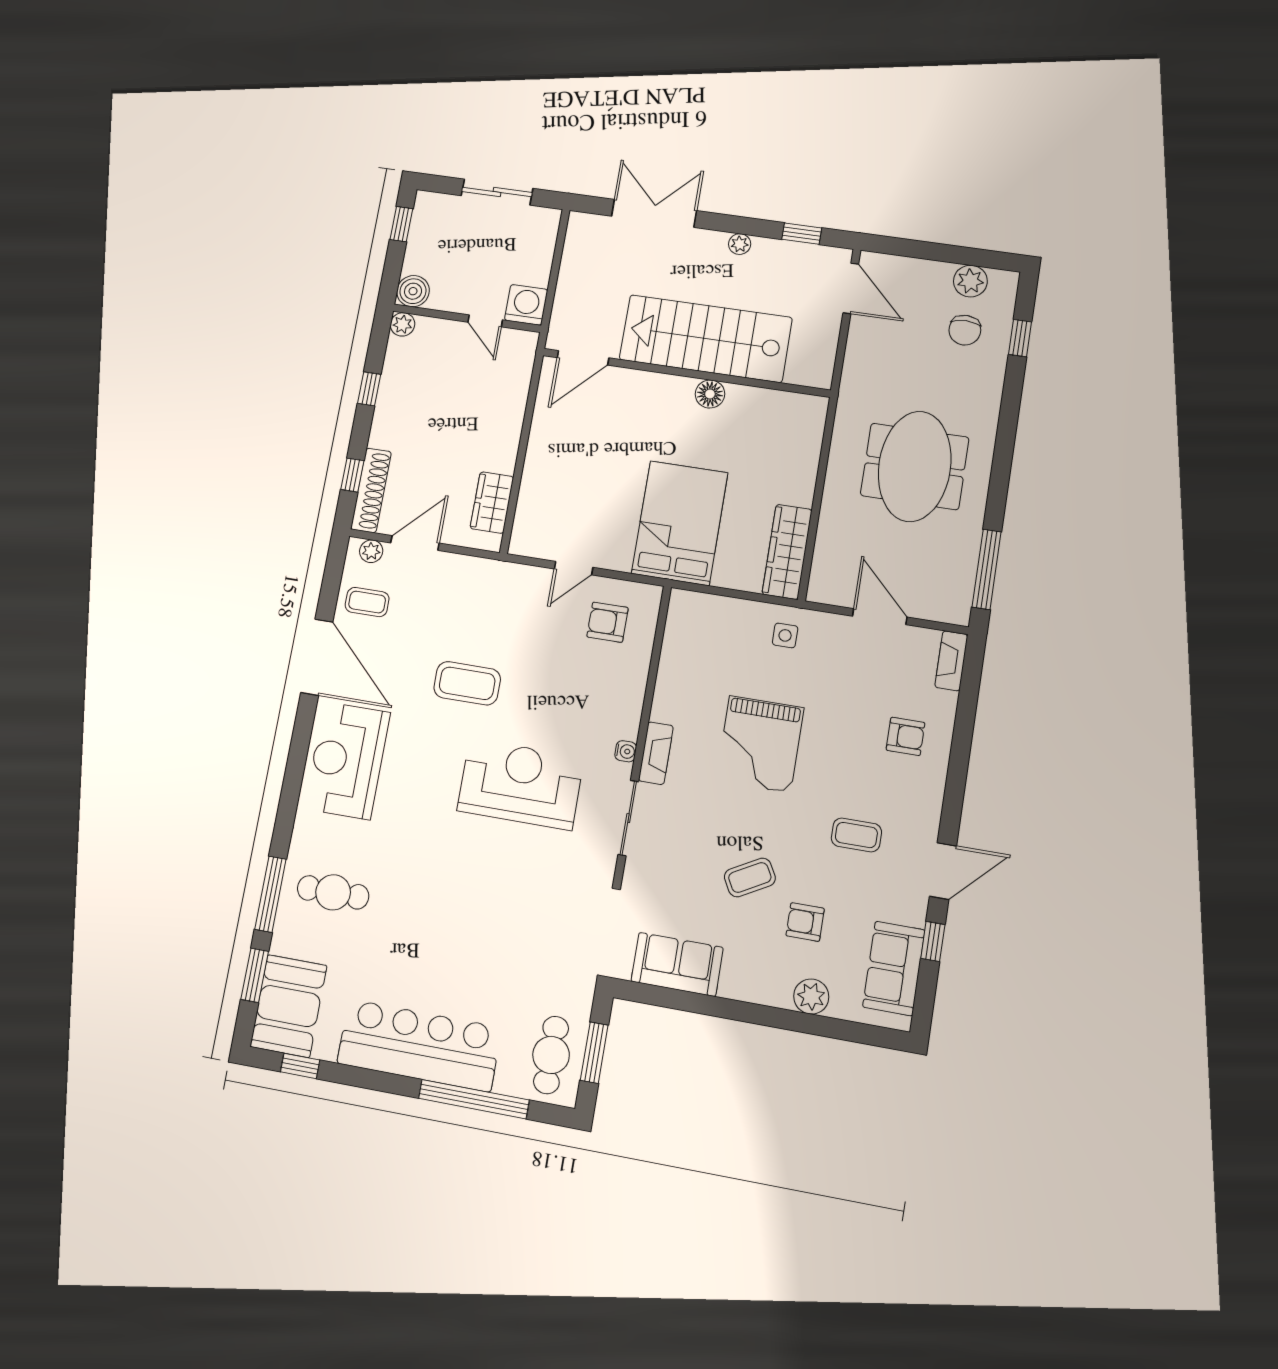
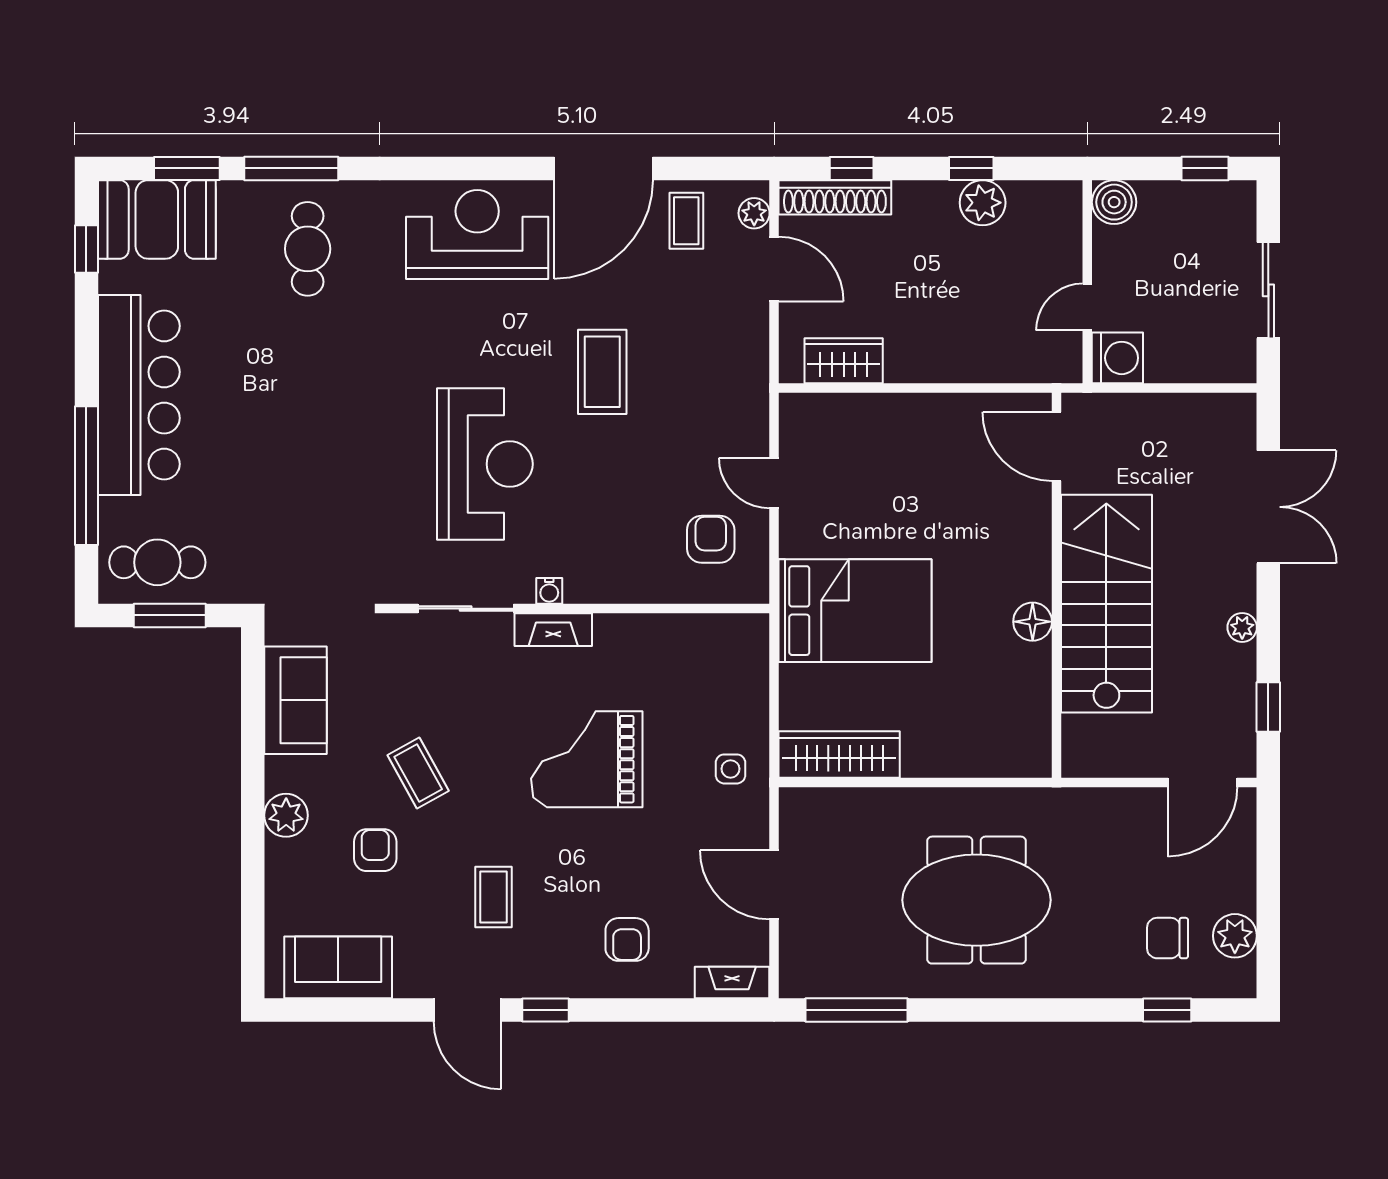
plant: (403, 324) -> (983, 203), moved, width x1.38, depth x1.38
door: (880, 617) -> (774, 885), swing flipped
window: (933, 942) -> (546, 1010), moved
plant: (811, 997) -> (286, 815), moved

